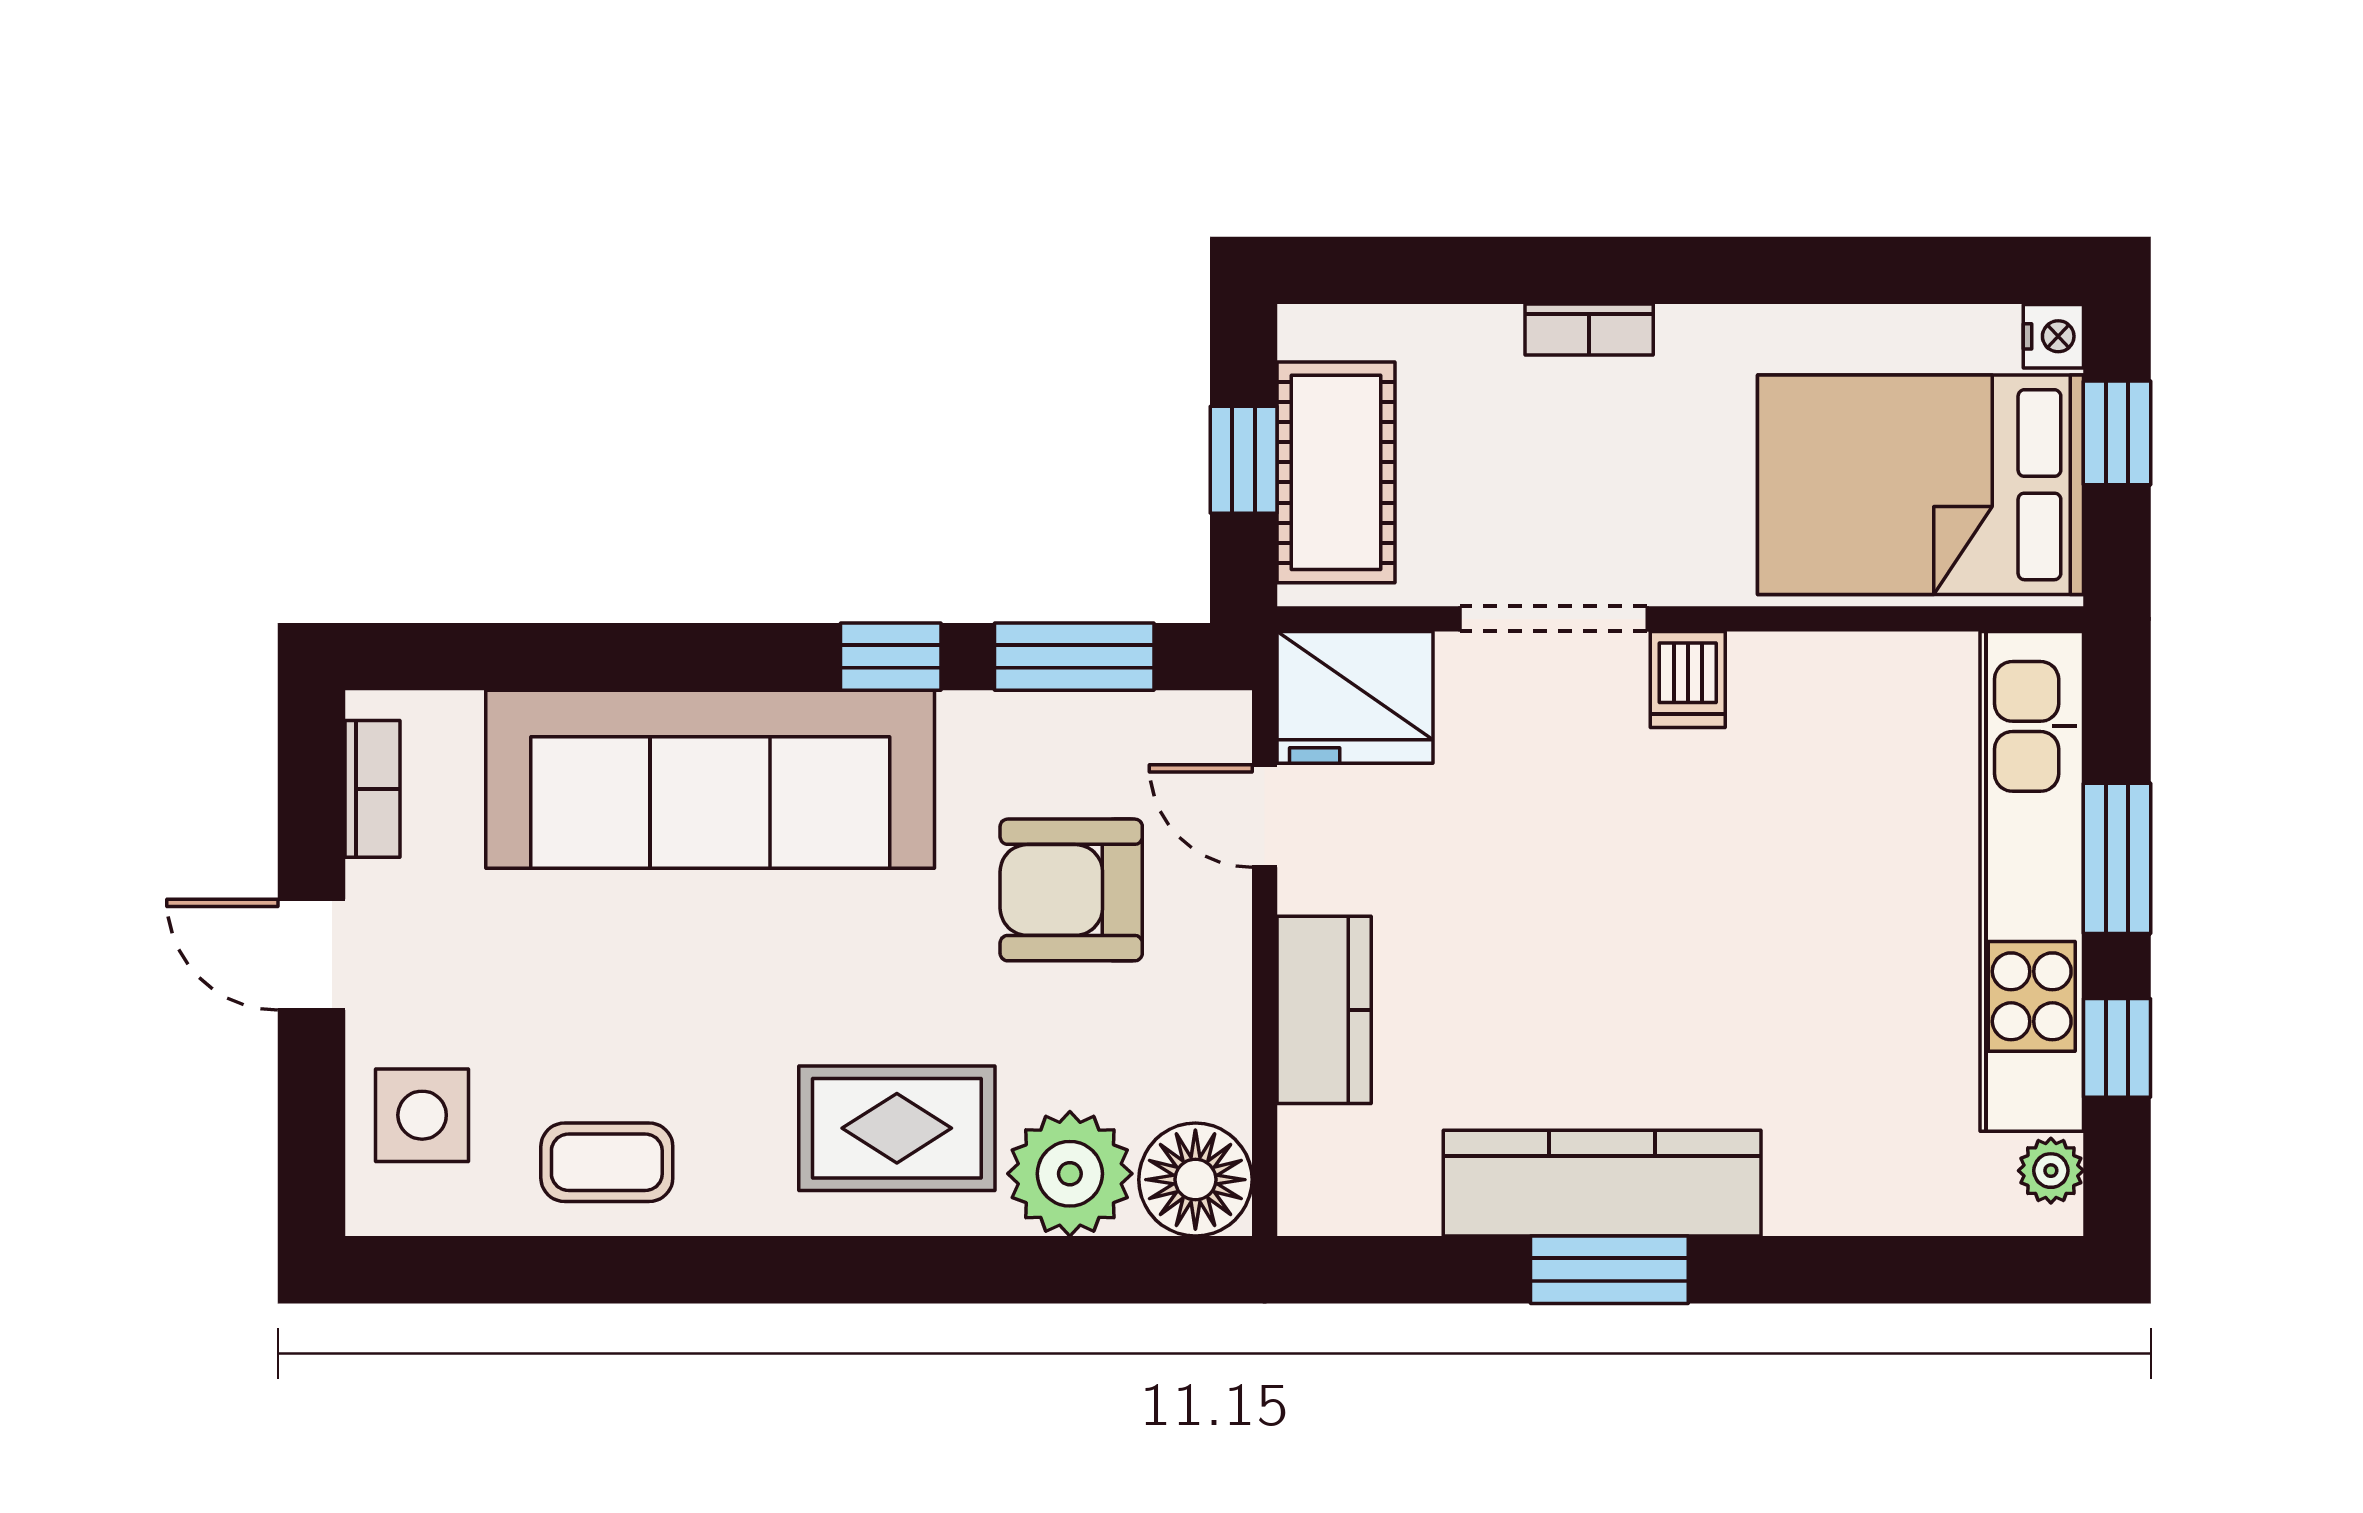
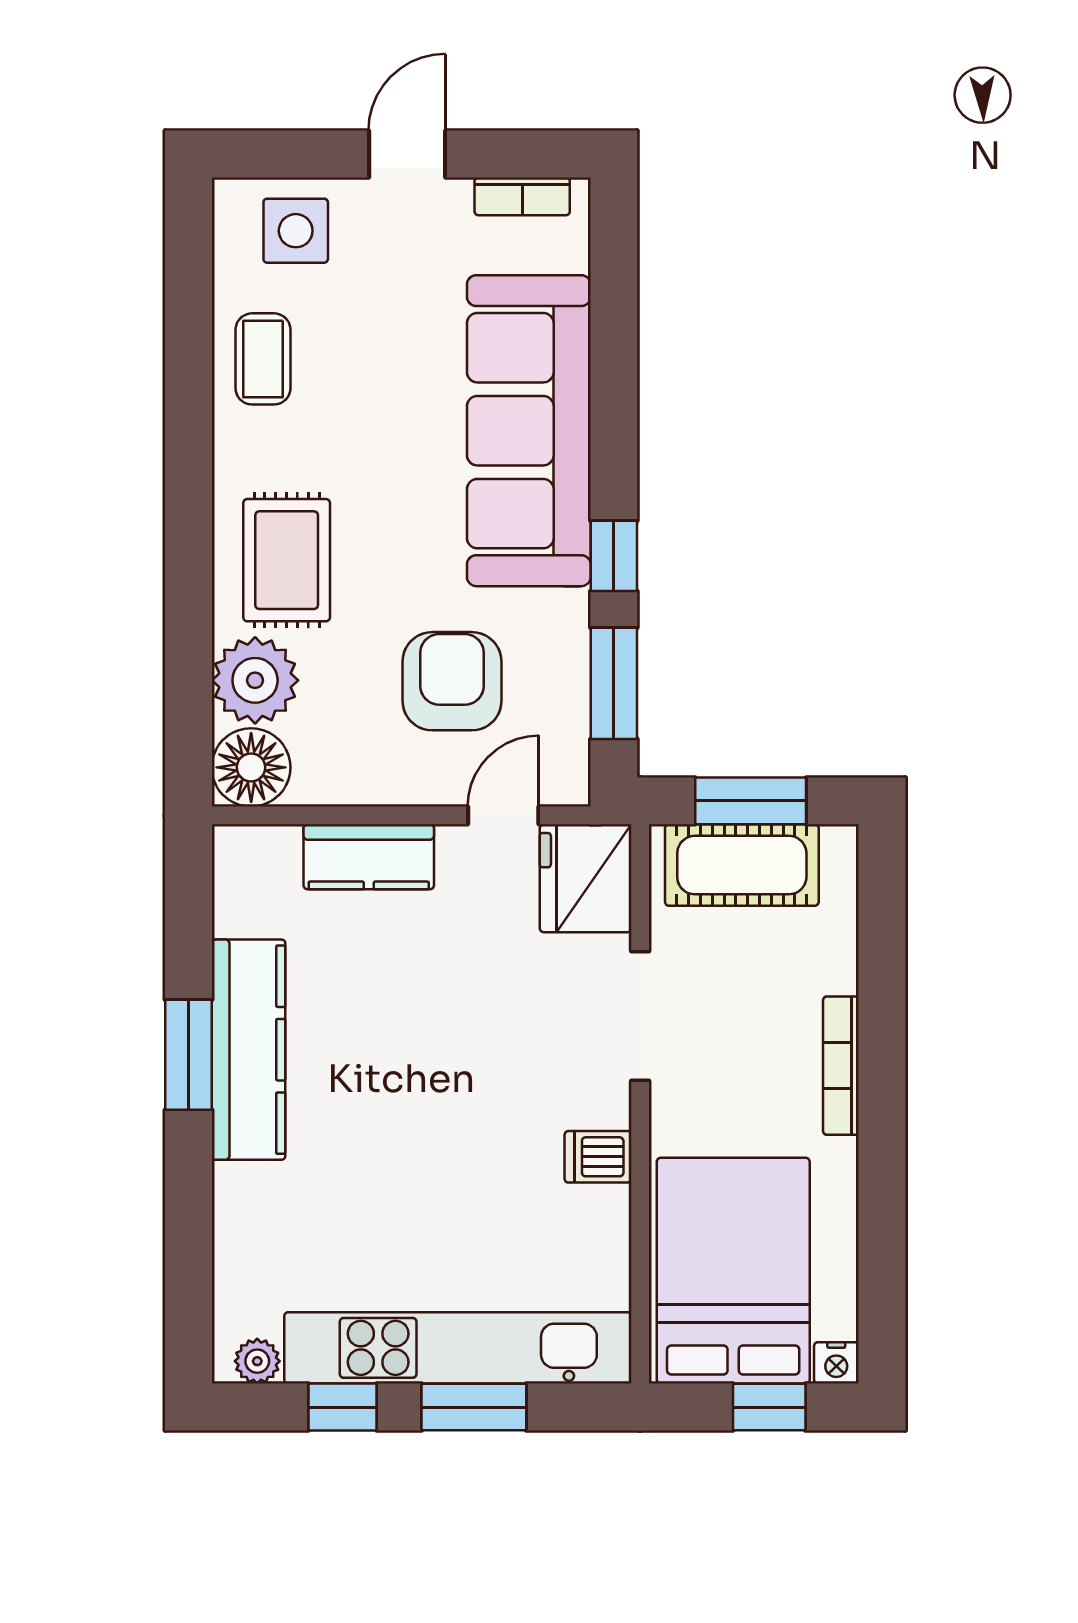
bookcase: (1589, 330) -> (841, 1066), width x1.56
window: (1244, 460) -> (751, 801), width x1.50
dishwasher: (1688, 680) -> (598, 1157), moved

